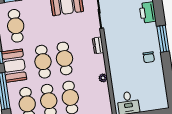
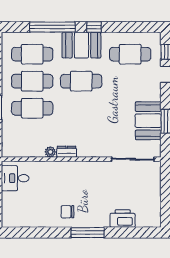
dresser: (98, 45) -> (67, 152), moved
cafe table: (65, 58) -> (81, 108), removed

